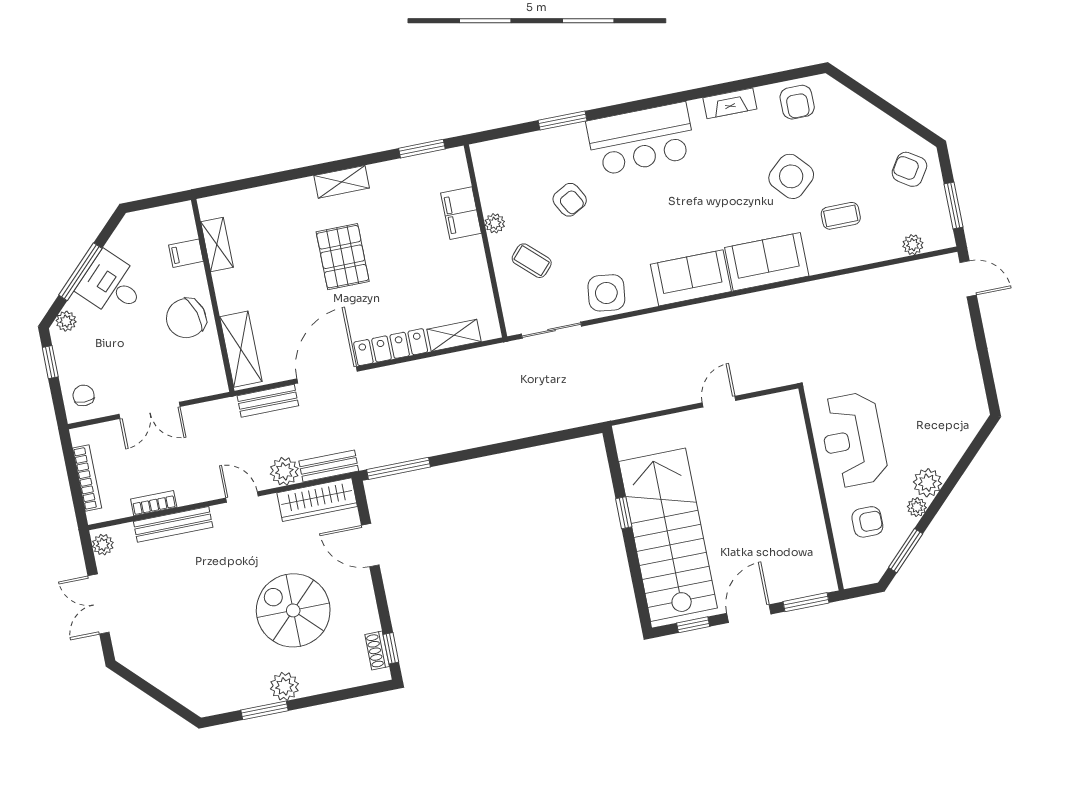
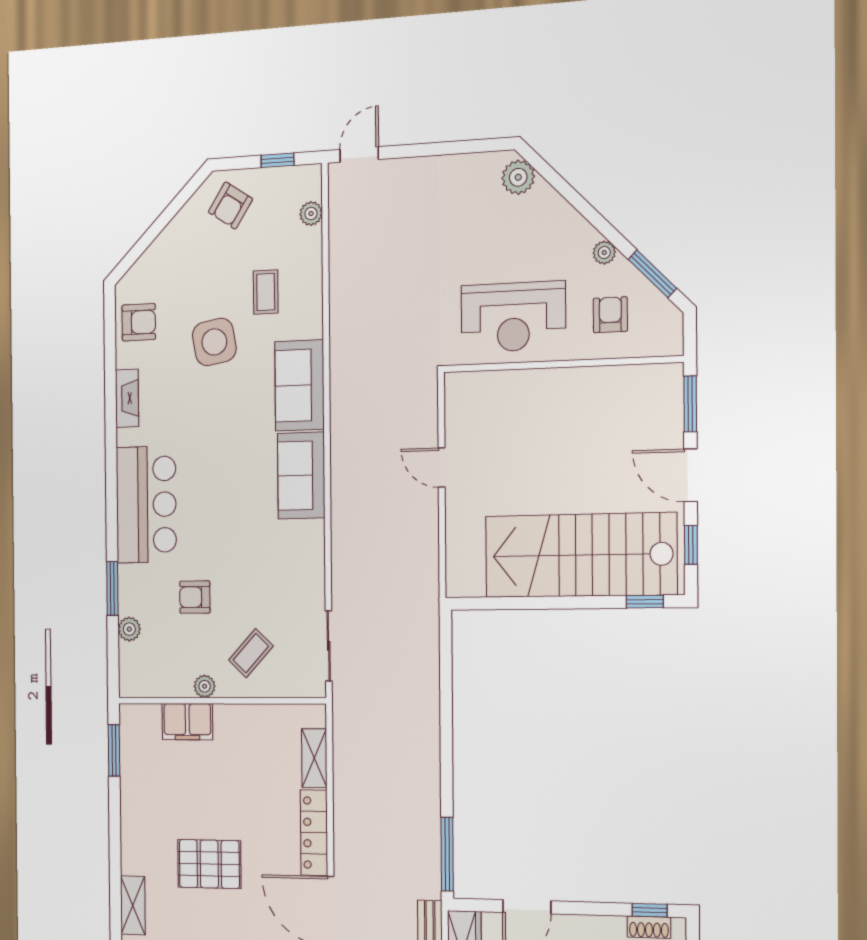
plant: (530, 143) -> (129, 629), added
side table: (791, 176) -> (214, 342), turned 32
shelving: (342, 182) -> (133, 905), moved
armchair: (570, 200) -> (195, 597), turned -151
window: (954, 206) -> (278, 160), width x0.67
side table: (606, 293) -> (300, 575), removed
plant: (927, 483) -> (518, 177), moved
window: (624, 513) -> (645, 602), moved

